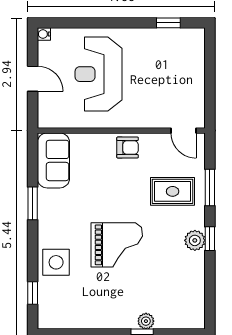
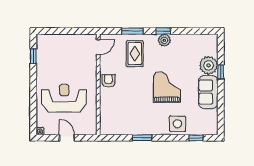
reception desk: (99, 74) -> (64, 98), turned 180
door: (33, 79) -> (67, 138), hinge flipped
sofa: (53, 160) -> (208, 92), moved, turned -90
plant: (146, 321) -> (209, 65), width x1.88, depth x1.88

